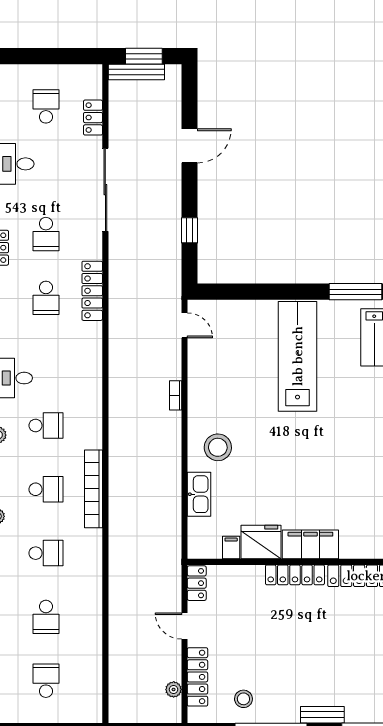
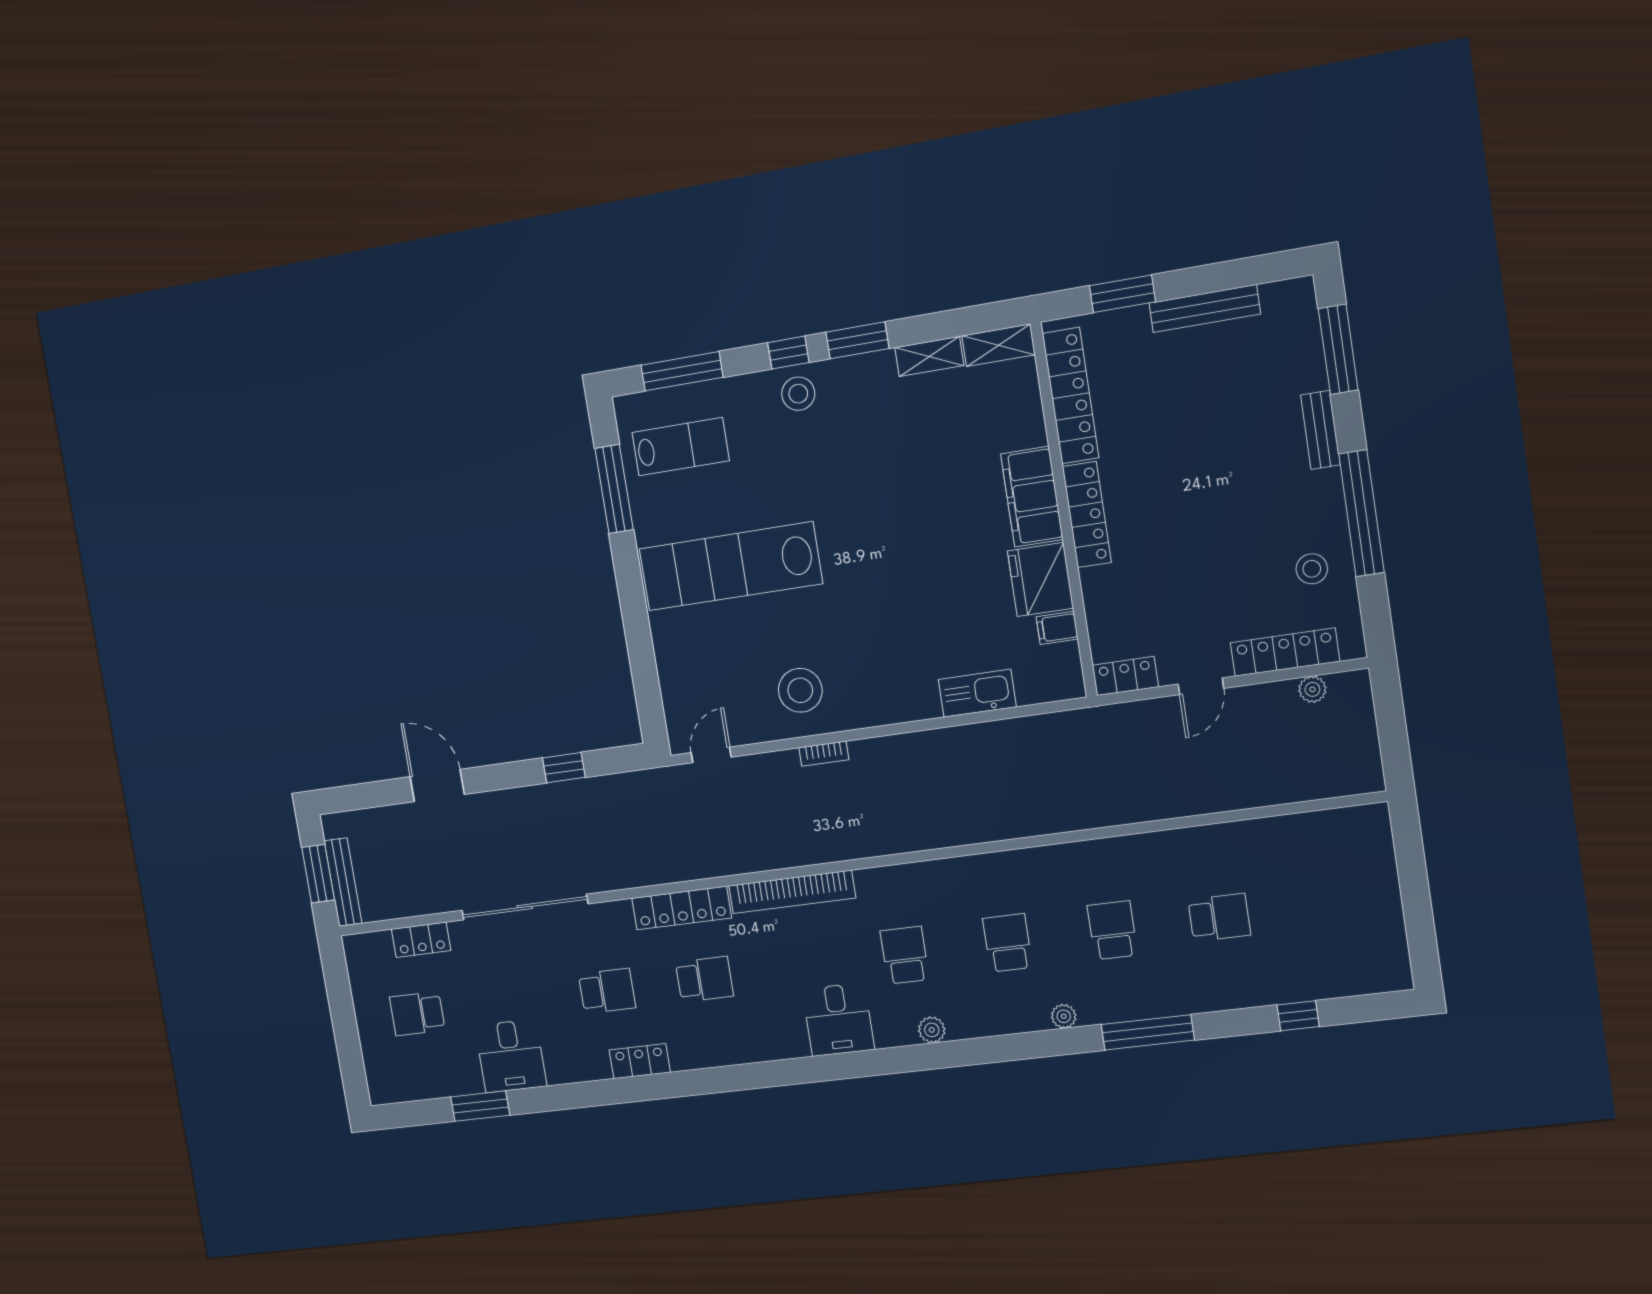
stool: (218, 447) -> (800, 690), moved
bookcase: (94, 489) -> (792, 892), moved
school desk: (46, 681) -> (1328, 904), removed

